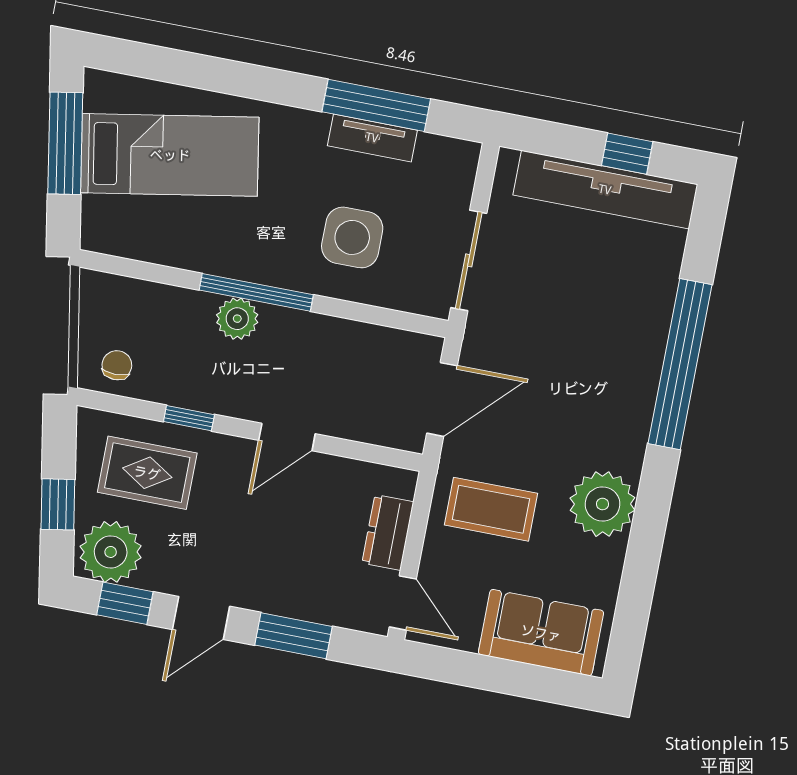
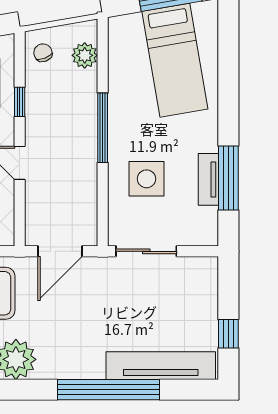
tv unit: (605, 190) -> (161, 366), moved, turned 90
plant: (237, 319) -> (85, 55), moved
chair: (117, 365) -> (43, 53), turned -111
door: (442, 399) -> (60, 251), hinge flipped

